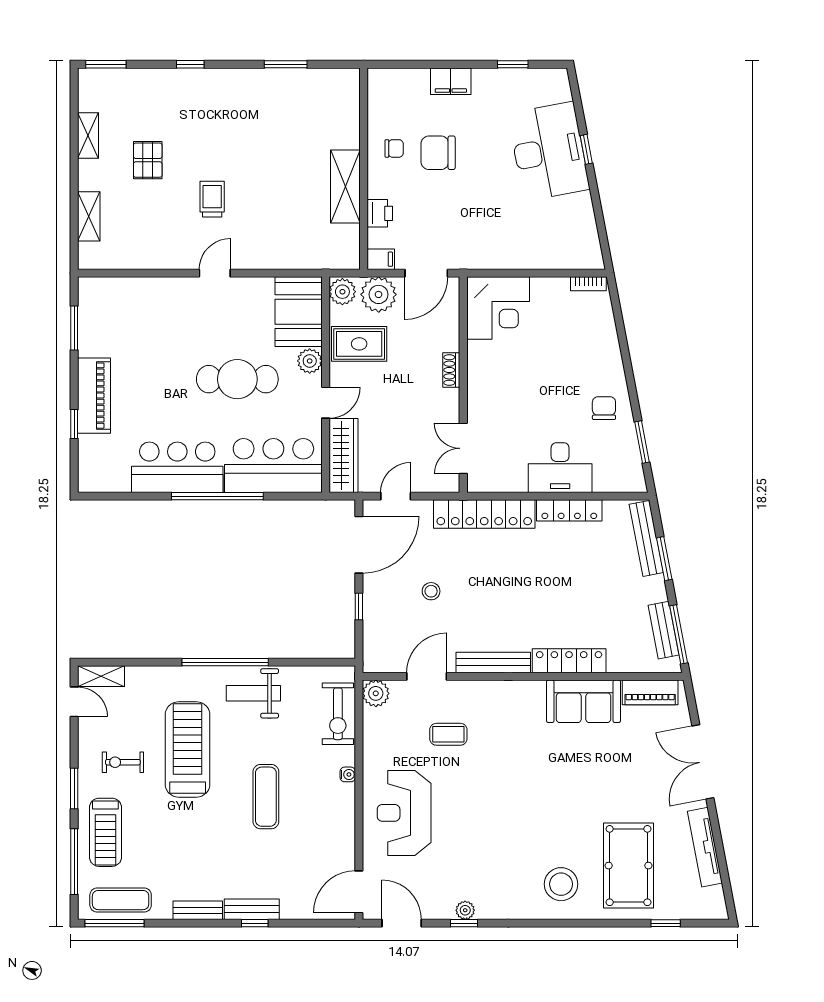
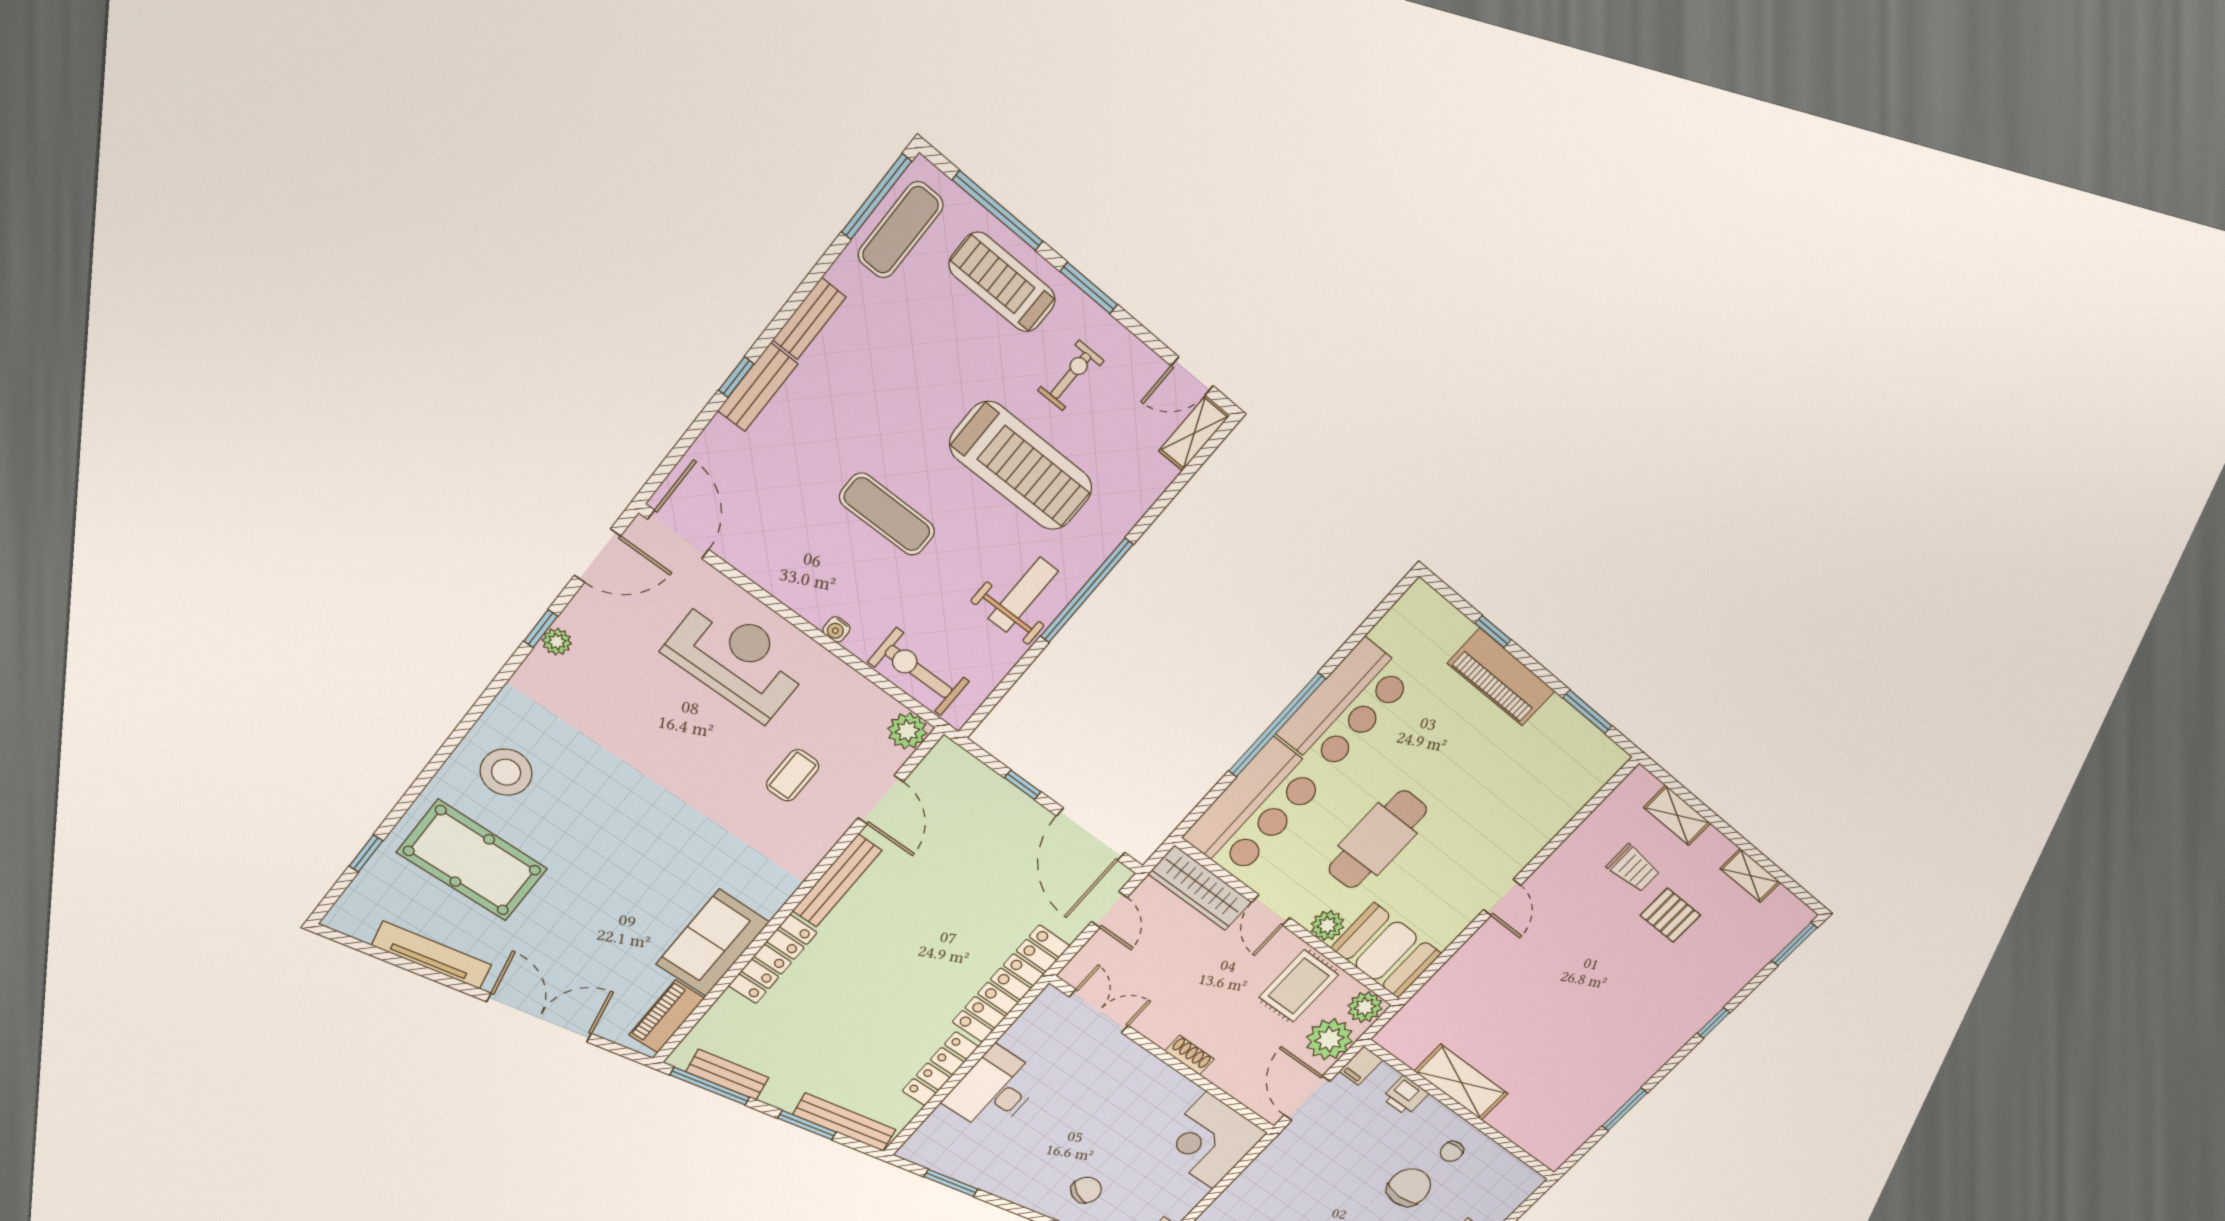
trolley: (212, 199) -> (1633, 868), moved
chair: (604, 408) -> (1086, 1190), moved, turned -62
stool: (431, 591) -> (974, 872), removed

